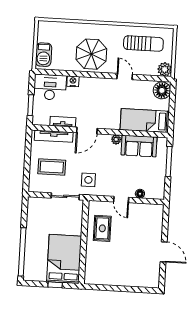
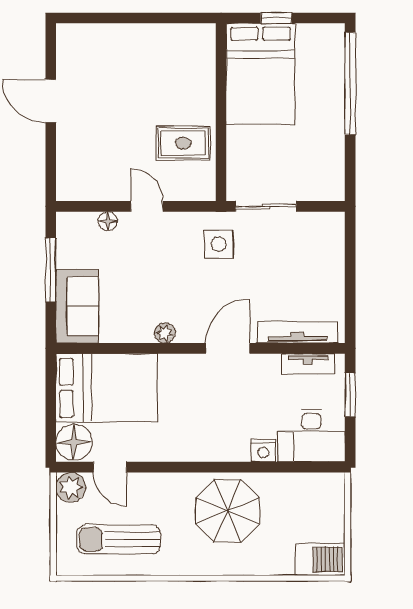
barbecue: (44, 55) -> (320, 559), moved, turned 90
door: (125, 77) -> (110, 467), moved
bed: (145, 121) -> (107, 388), width x1.50
tv unit: (63, 122) -> (308, 364), moved
sofa: (139, 146) -> (77, 306), moved, turned 90
window: (169, 161) -> (51, 270), moved
coffee table: (52, 167) -> (298, 267), removed
rug: (102, 228) -> (183, 143), turned 90

